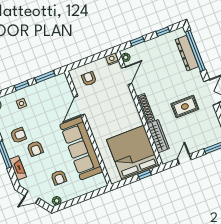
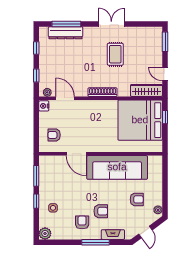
window: (195, 51) -> (66, 24), width x0.68
wardrobe: (158, 136) -> (146, 90), moved

